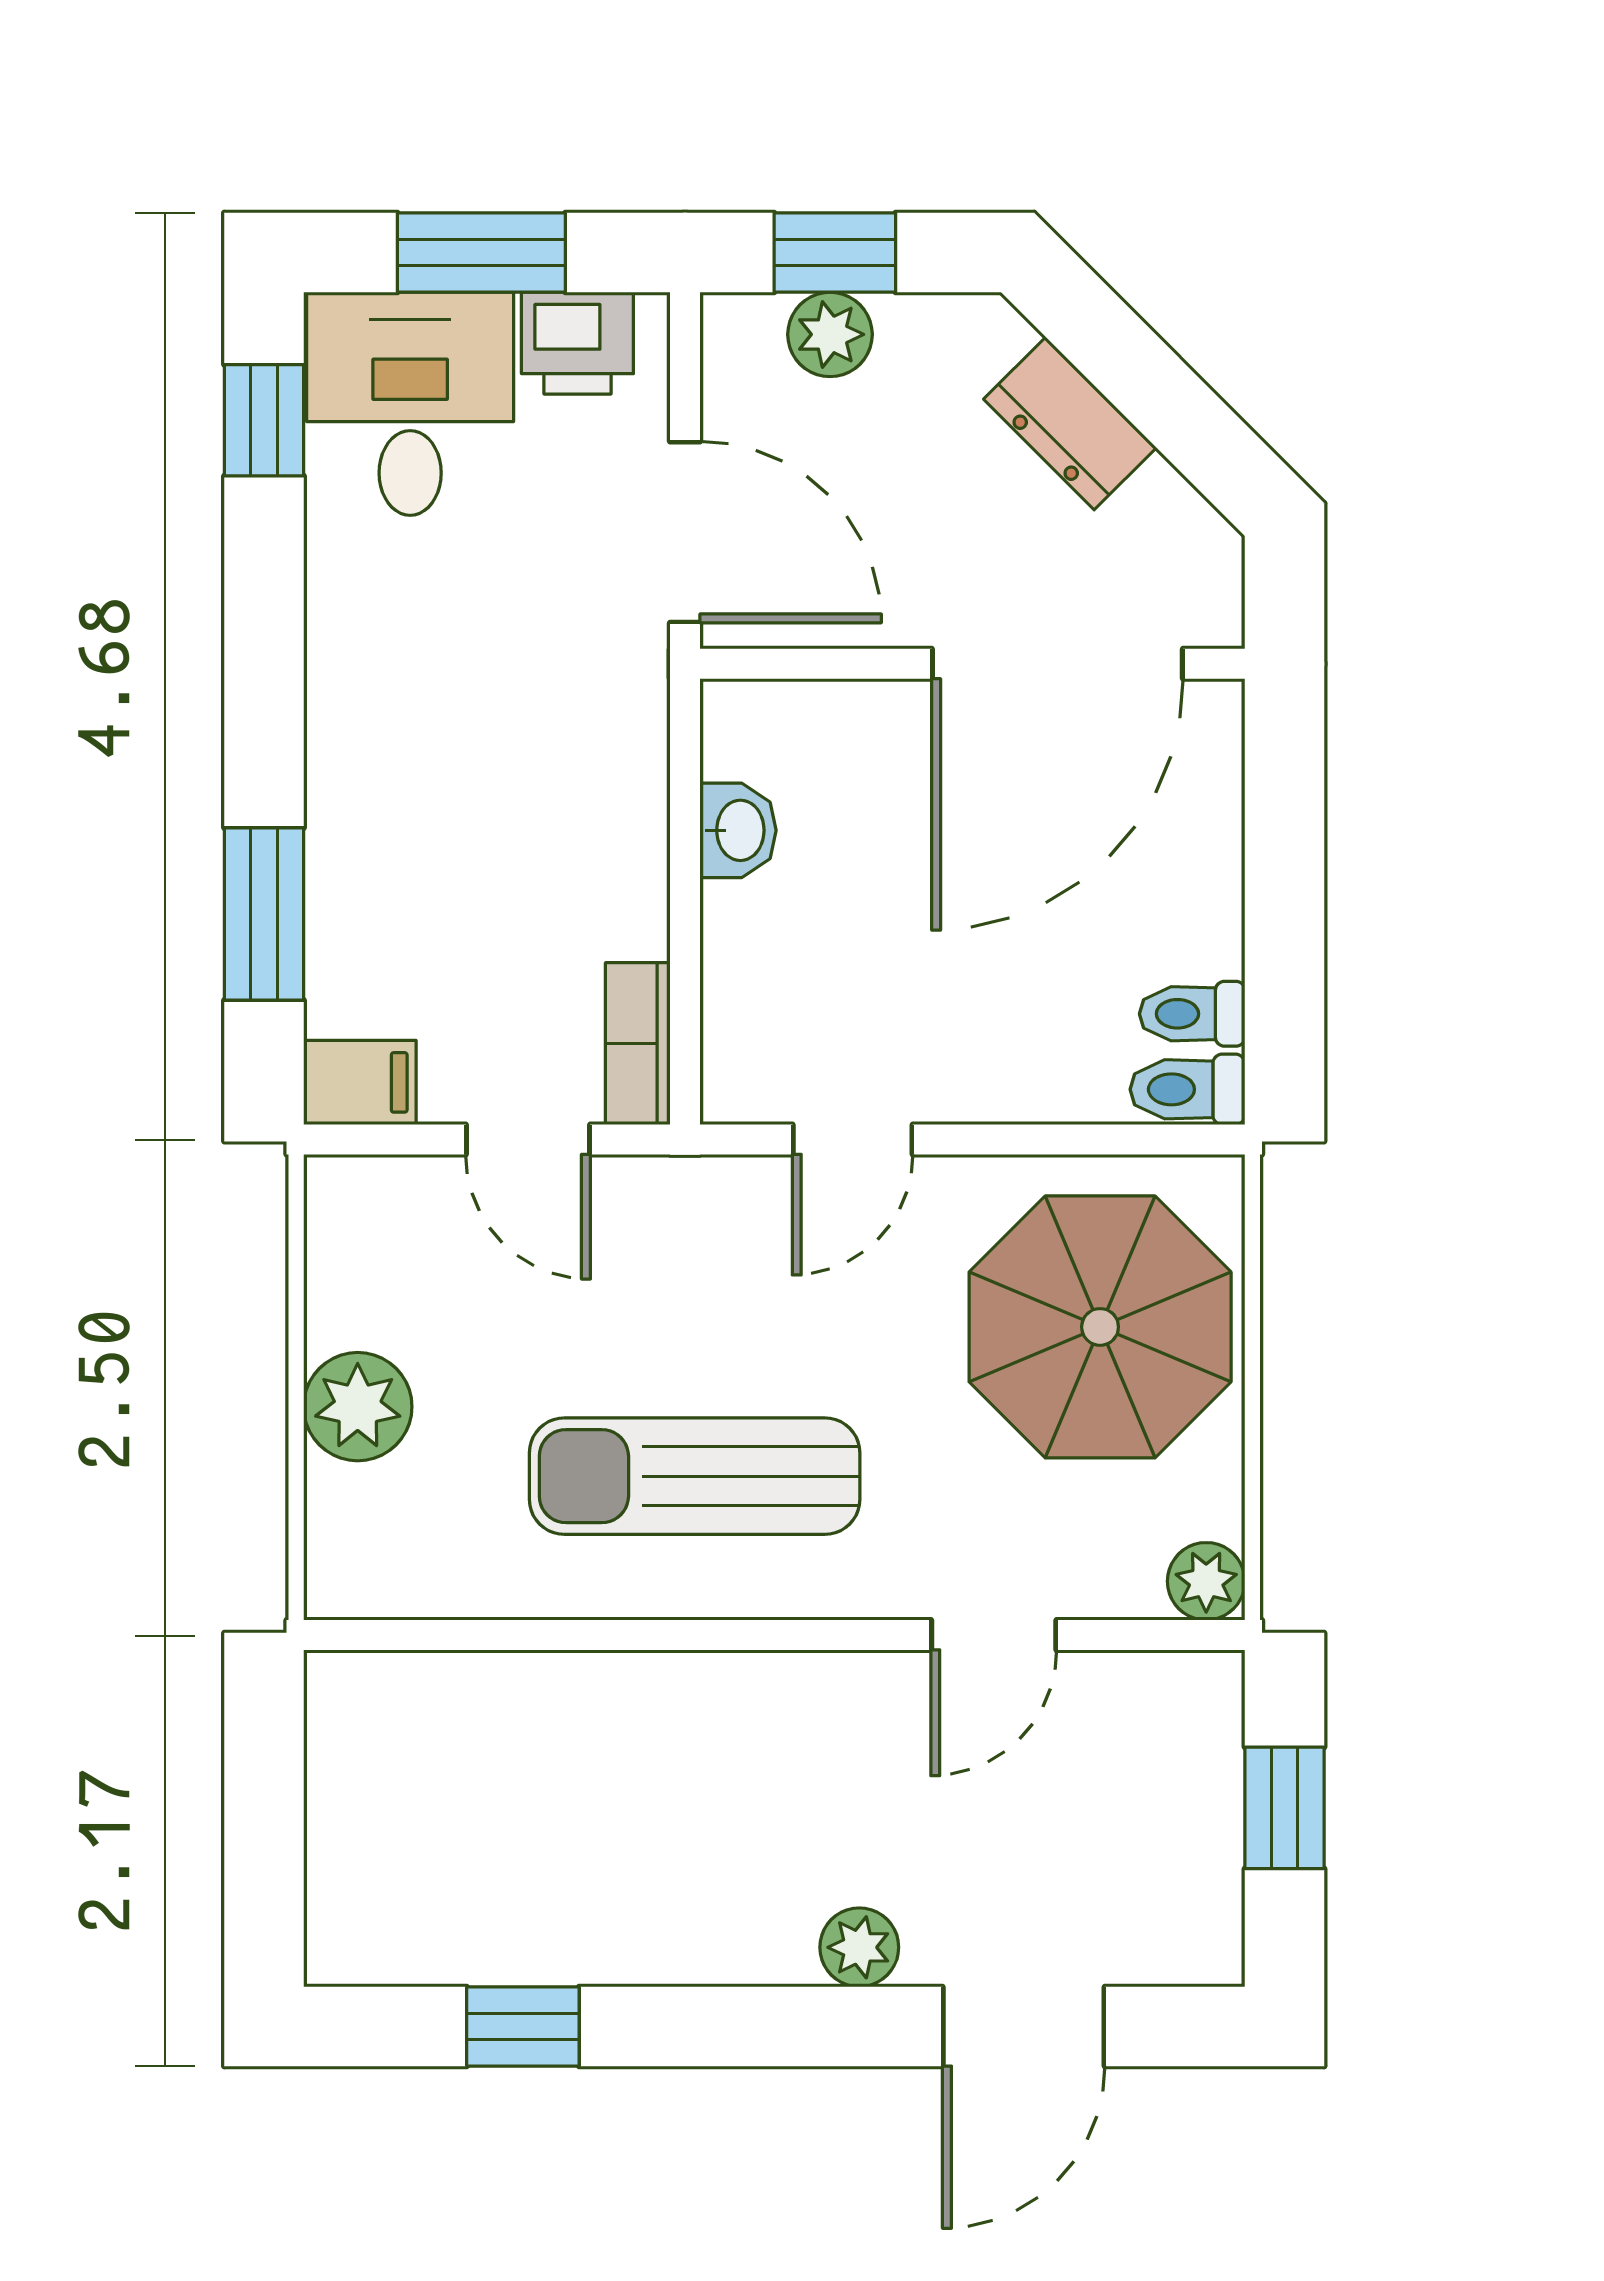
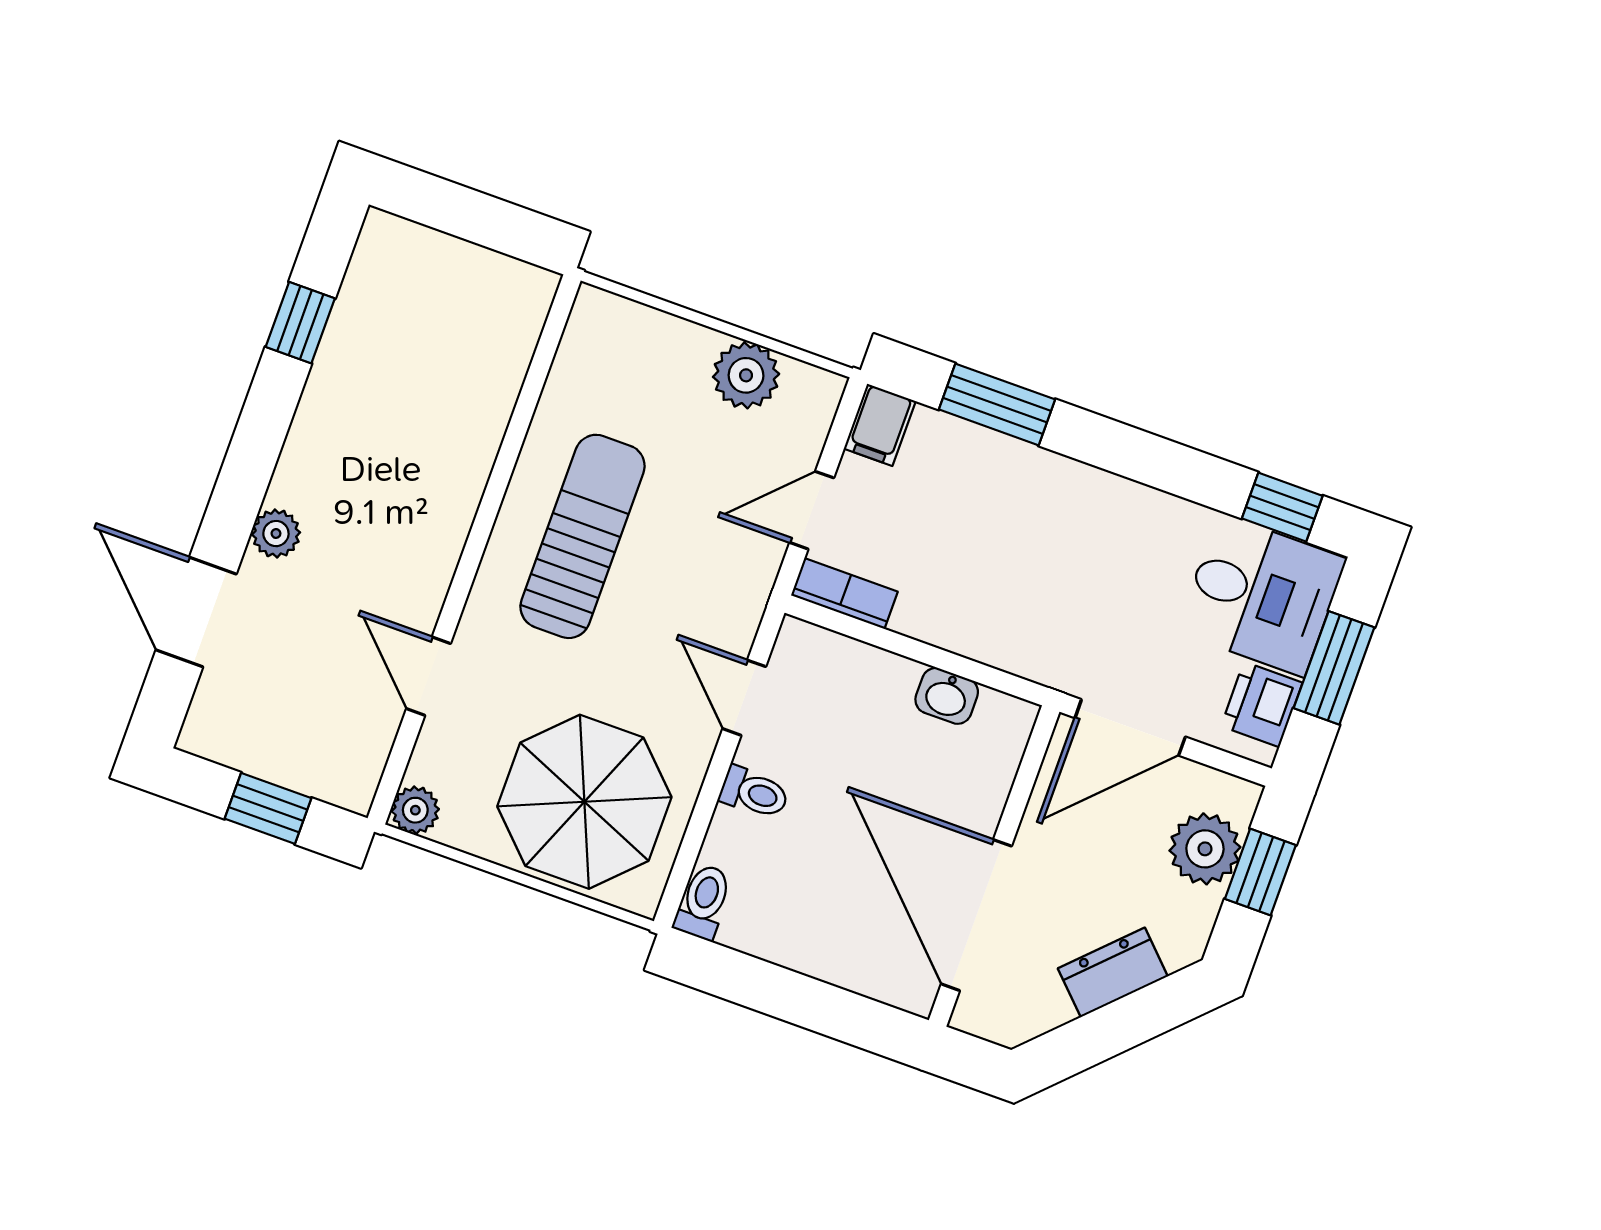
plant: (830, 334) -> (1205, 849), width x1.38, depth x1.38
toilet: (1192, 1014) -> (754, 793), moved, turned 90
plant: (358, 1407) -> (746, 375), moved

